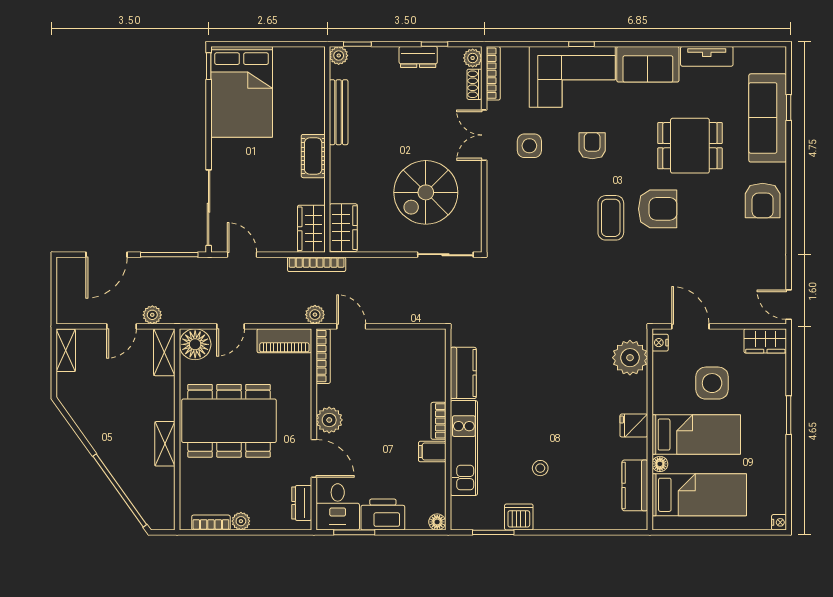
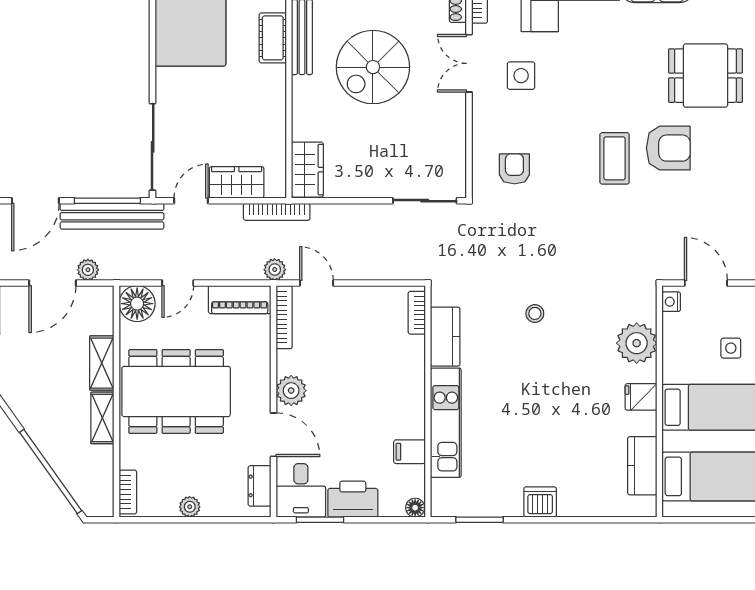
armchair: (592, 146) -> (514, 169), moved
cot: (313, 156) -> (273, 38), moved
spiral stairs: (426, 192) -> (373, 67), moved
wardrobe: (311, 229) -> (237, 182), moved, turned 90
door: (242, 255) -> (191, 201), hinge flipped
bench: (173, 268) -> (112, 216), added
door: (121, 326) -> (53, 283), width x1.38
shelving: (164, 352) -> (102, 363), moved
plant: (630, 358) -> (637, 343), moved
side table: (712, 383) -> (731, 348), width x0.54, depth x0.54
bookcase: (439, 421) -> (417, 313), moved
filing cabinet: (432, 452) -> (409, 452), moved
floor lamp: (660, 464) -> (671, 441), removed
stool: (540, 468) -> (535, 313), moved
dishwasher: (519, 517) -> (540, 502), moved
bookcase: (211, 523) -> (128, 492), moved, turned 90

